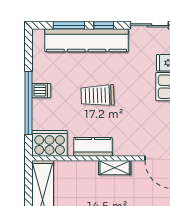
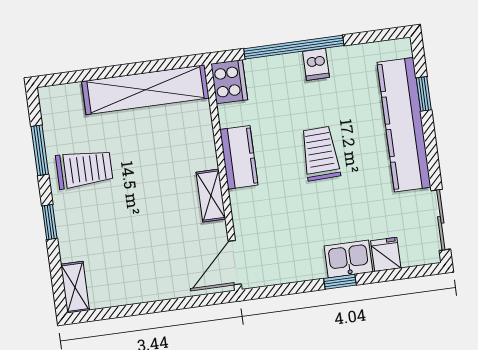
window: (69, 25) -> (424, 94), width x0.67
window: (104, 25) -> (431, 148), removed
cooker: (50, 143) -> (229, 82), width x0.73, depth x0.76

